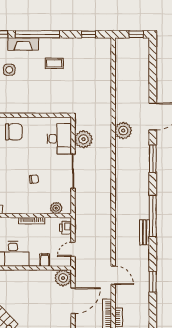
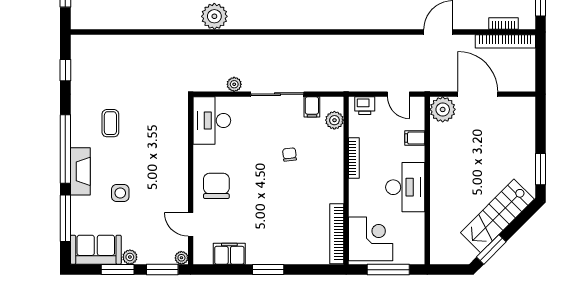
desk: (59, 139) -> (212, 121), moved, turned -90
plant: (83, 139) -> (234, 84), width x0.53, depth x0.53
filing cabinet: (65, 194) -> (312, 107), added

